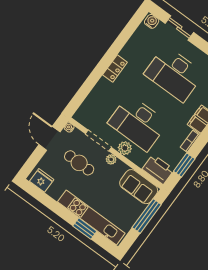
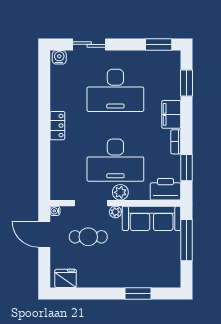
sofa: (139, 187) -> (152, 218), width x1.36
kitchen unit: (91, 218) -> (137, 279), removed

